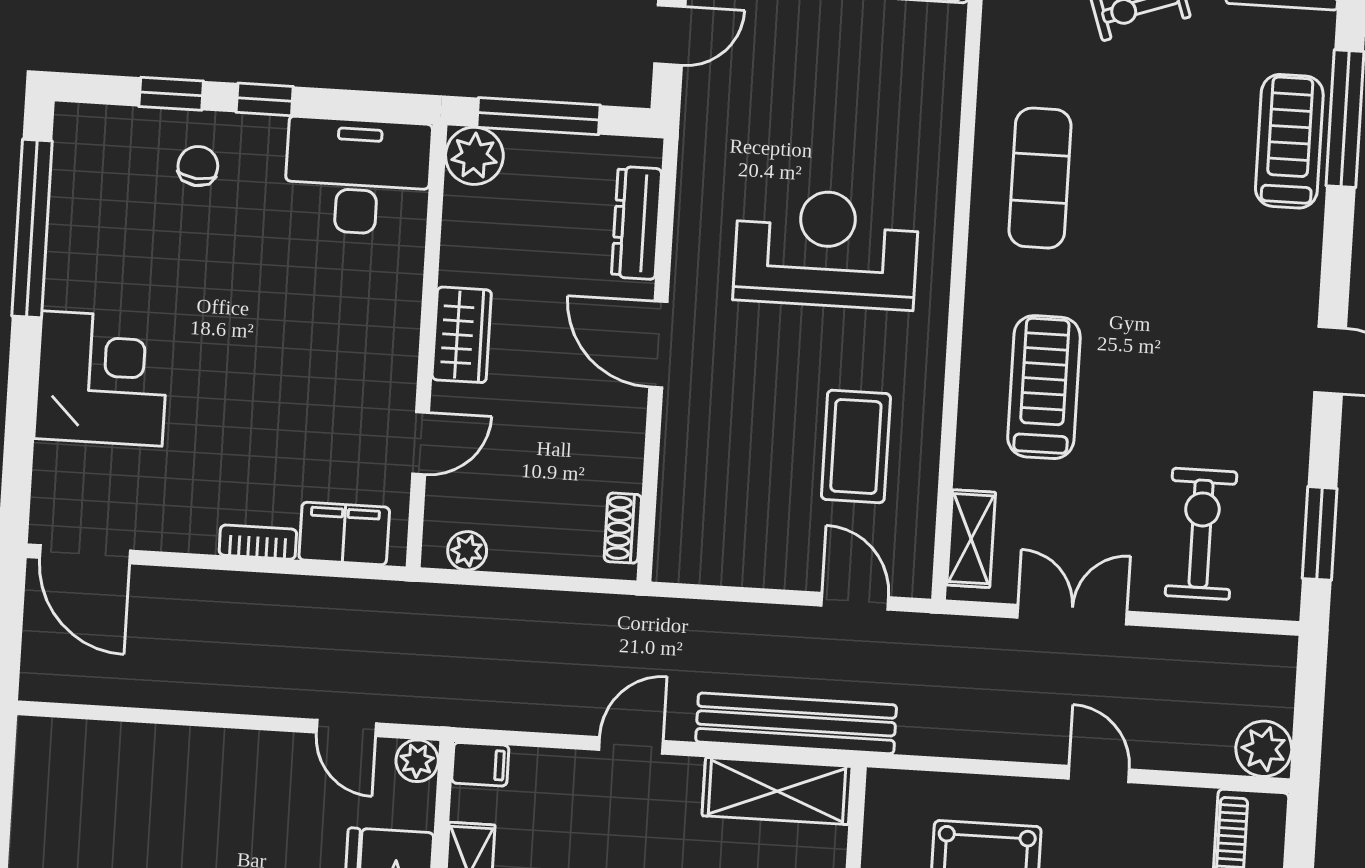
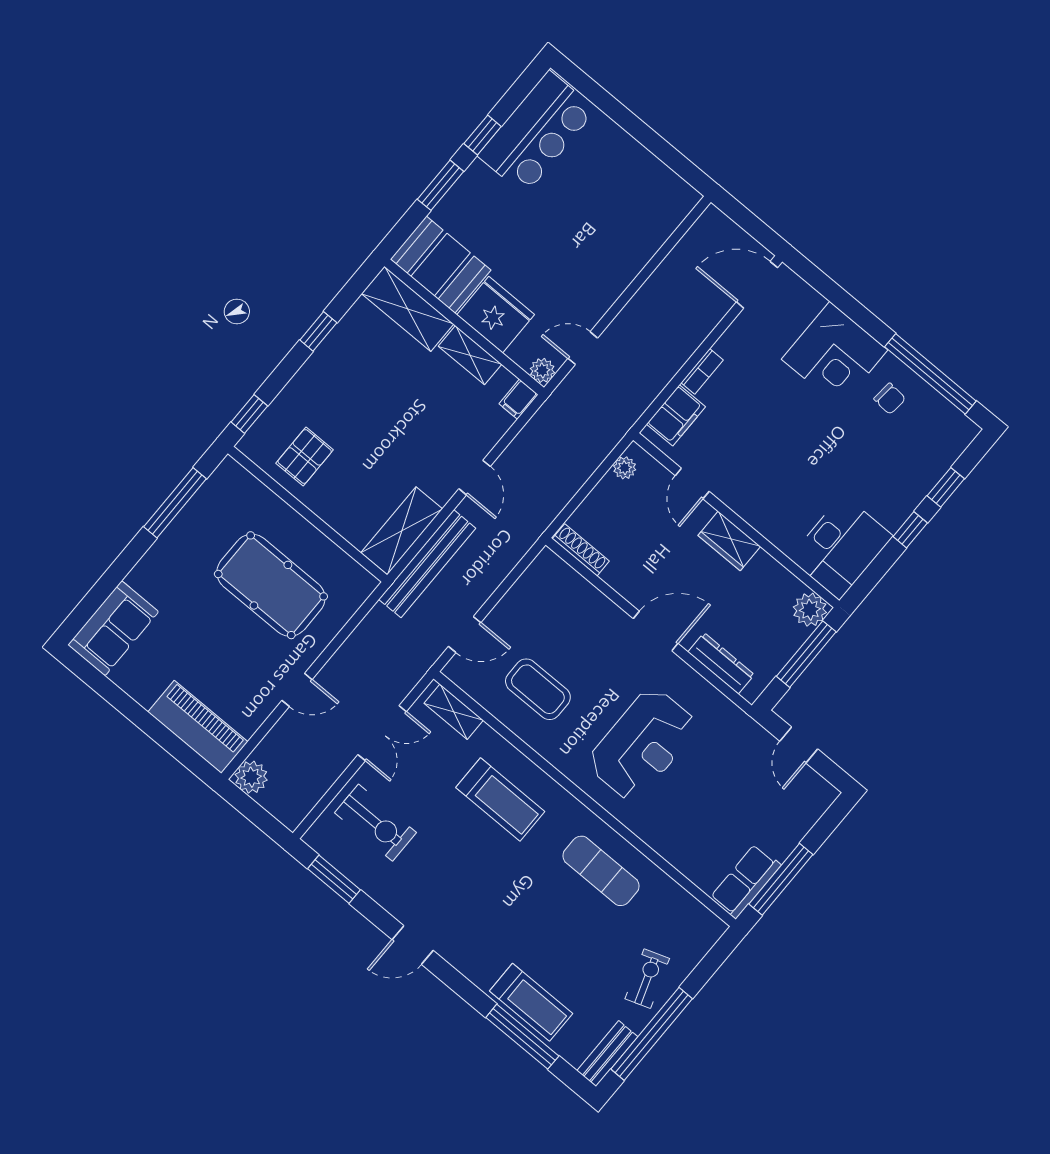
chair: (198, 166) -> (890, 399), moved
shoe rack: (623, 528) -> (581, 550), width x1.43

